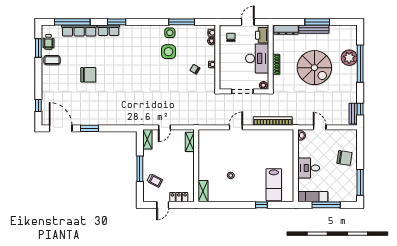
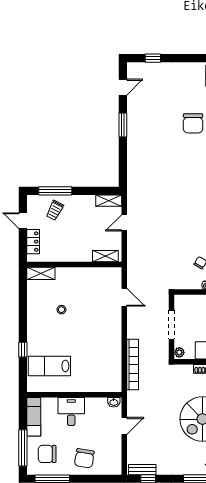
door: (164, 127) -> (124, 223), hinge flipped
door: (236, 127) -> (124, 297), moved
door: (61, 128) -> (123, 87), width x0.53
window: (140, 169) -> (55, 191), moved
chair: (341, 186) -> (47, 454), added
window: (326, 205) -> (23, 448), moved

